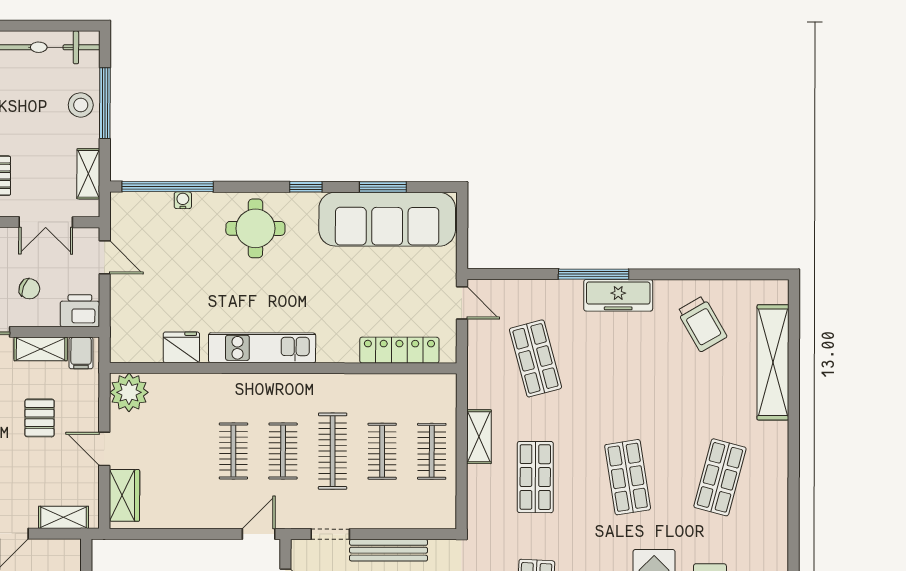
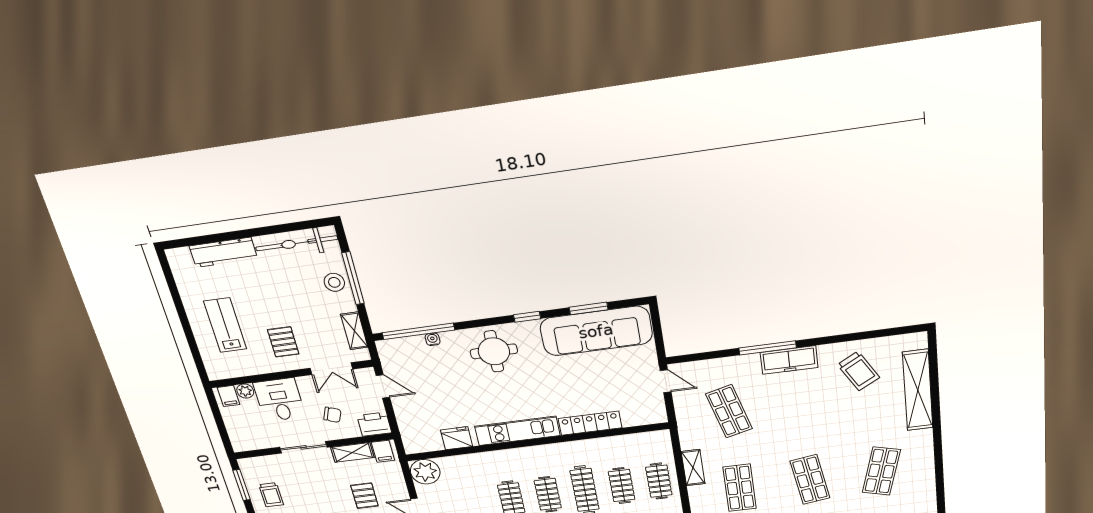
locker: (399, 350) -> (590, 423), moved

